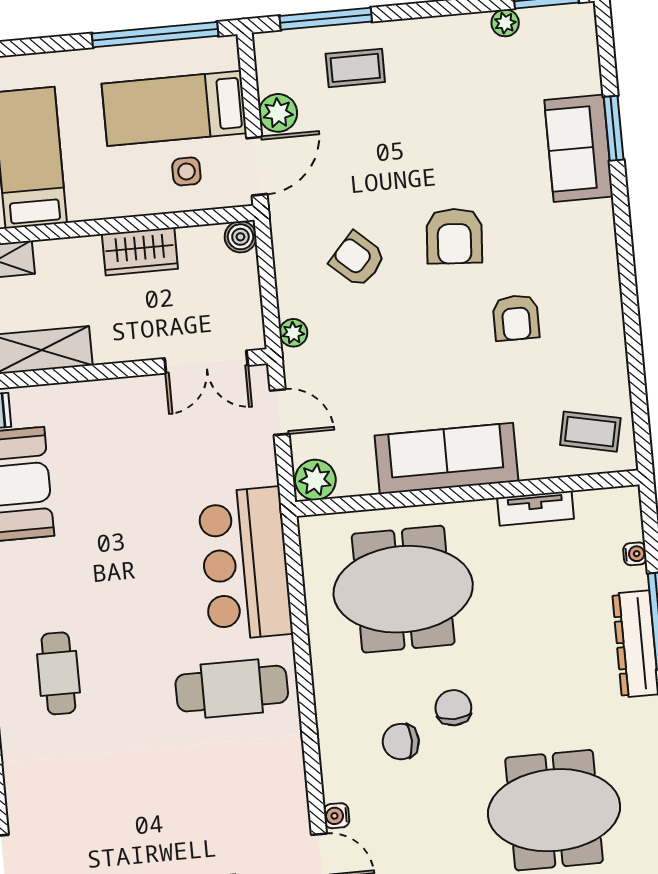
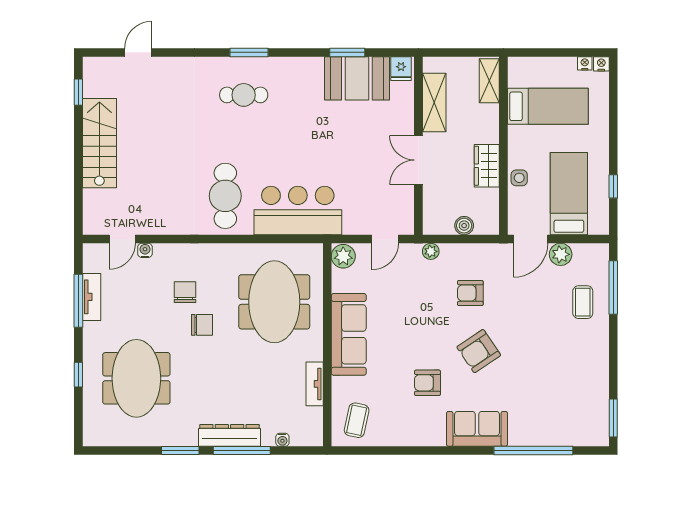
plant: (505, 23) -> (601, 393), removed
window: (155, 35) -> (613, 186), width x0.32
window: (614, 128) -> (533, 450), width x2.11
sofa: (579, 148) -> (477, 429), moved
door: (257, 166) -> (531, 239), hinge flipped
side table: (186, 171) -> (519, 178), moved
armchair: (454, 236) -> (479, 351), turned -38
boiler: (240, 237) -> (464, 226), moved
armchair: (357, 259) -> (470, 293), turned -132
double door: (206, 362) -> (418, 160), moved

